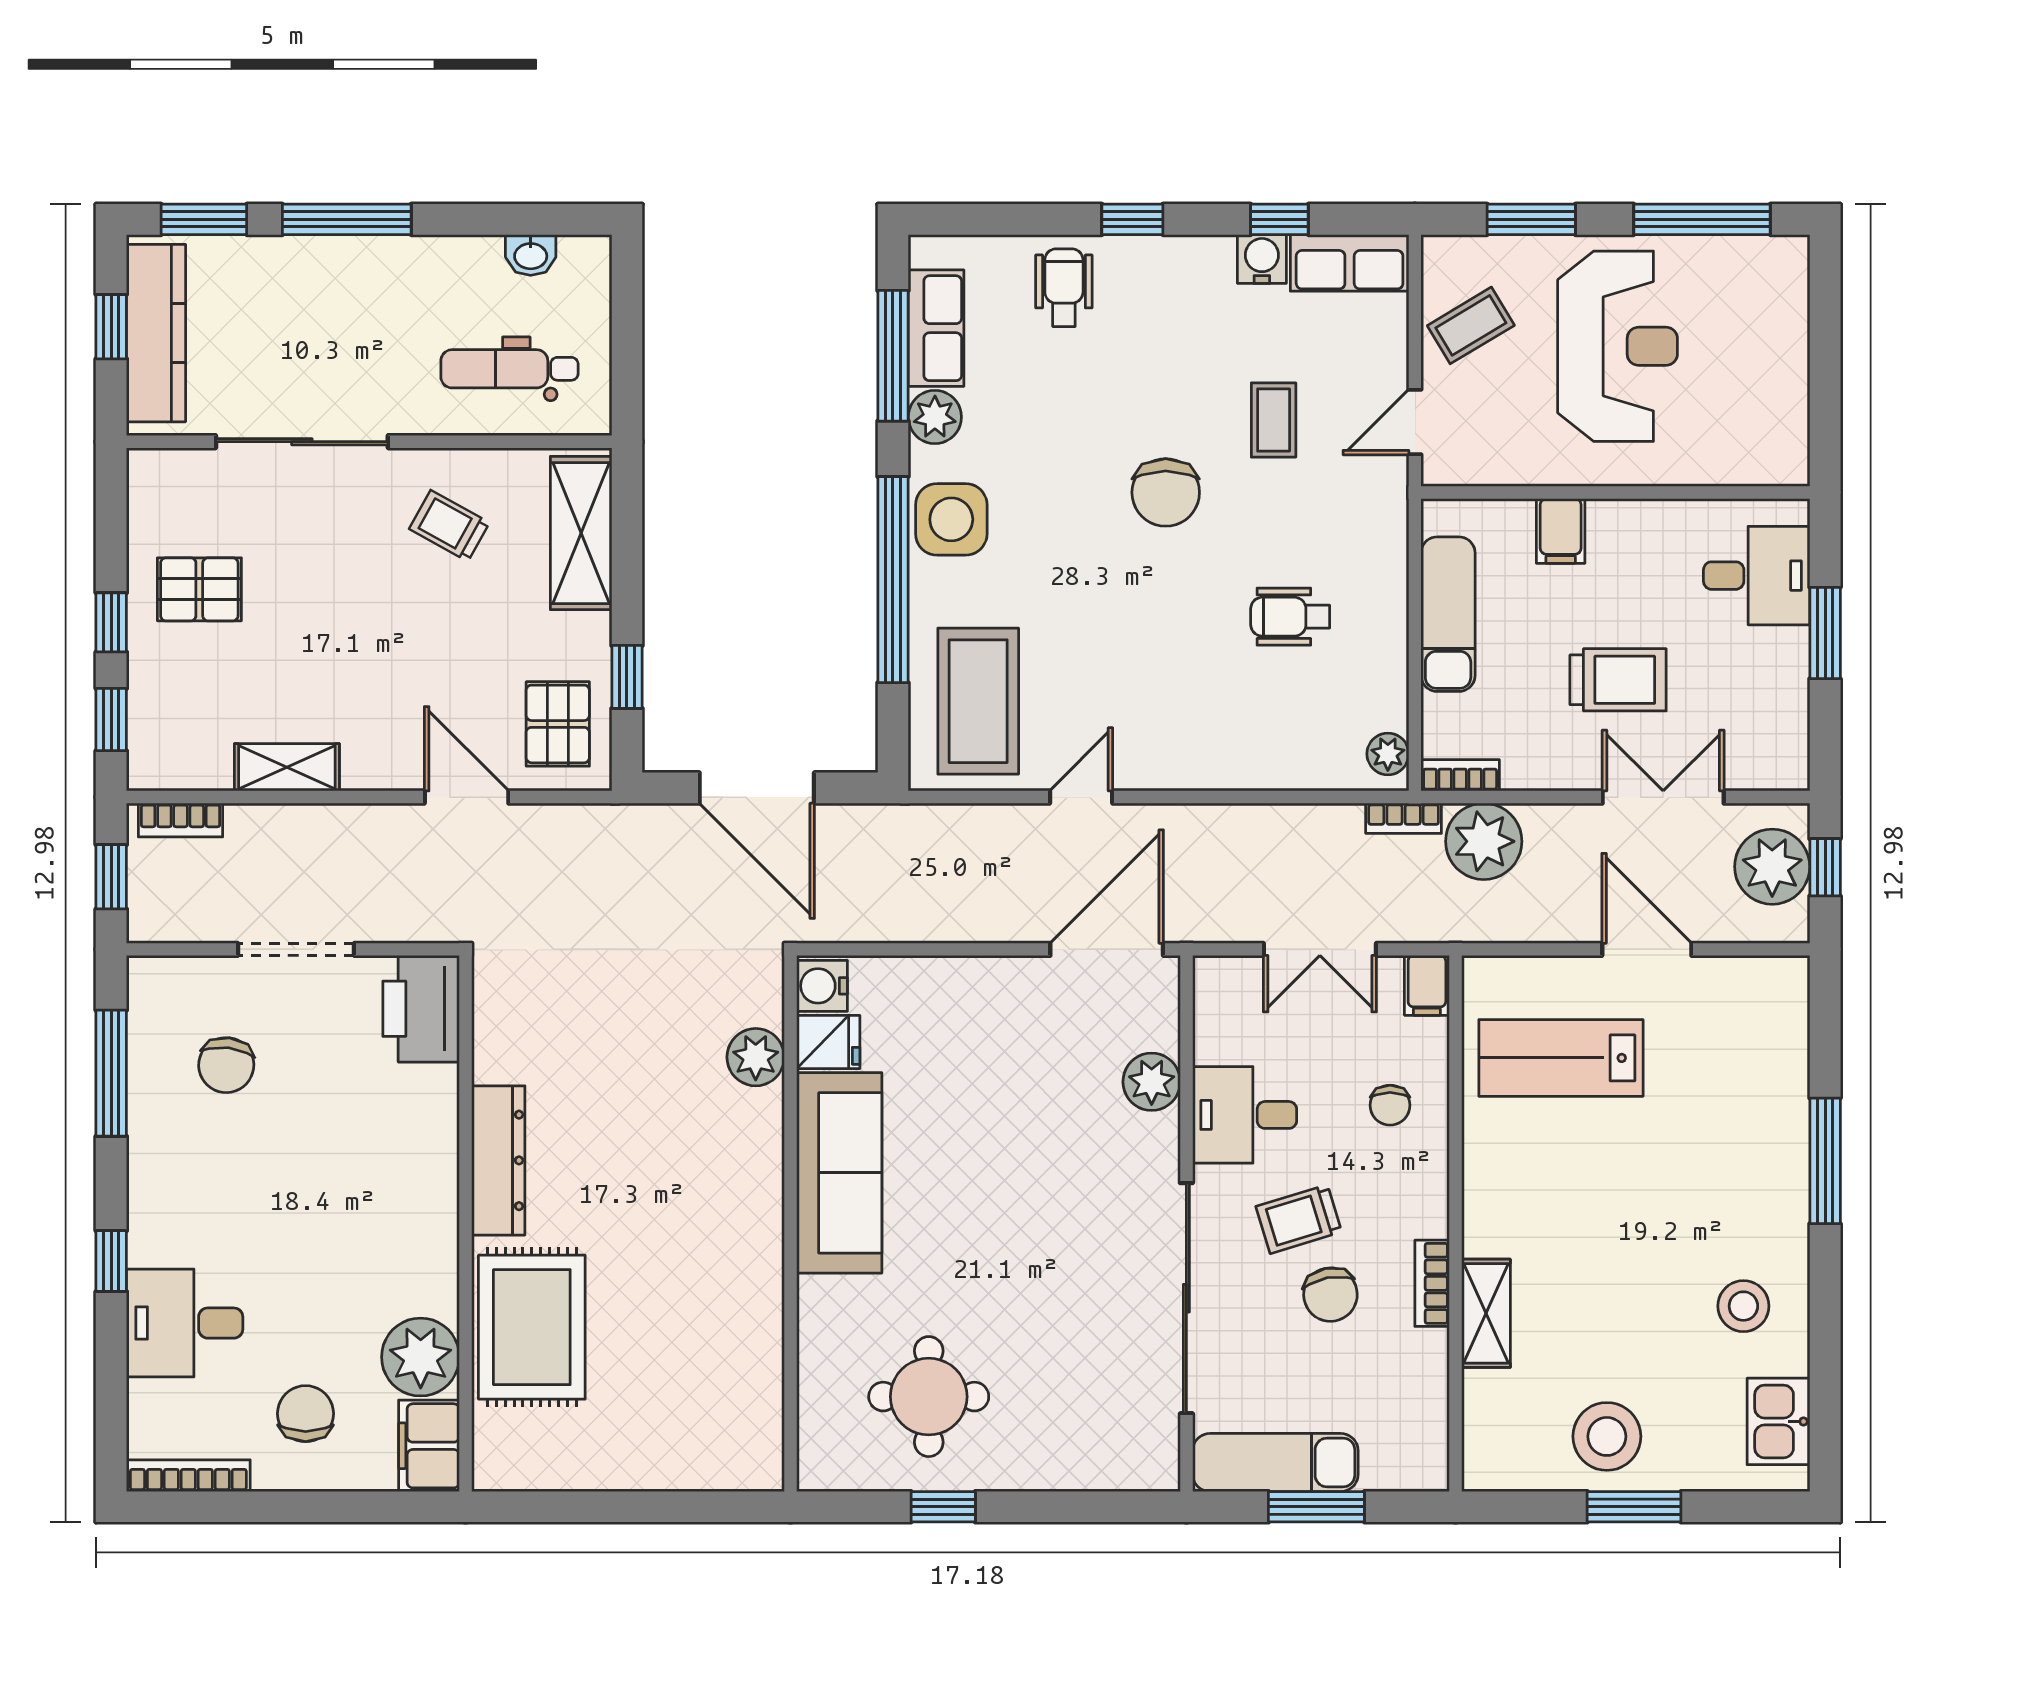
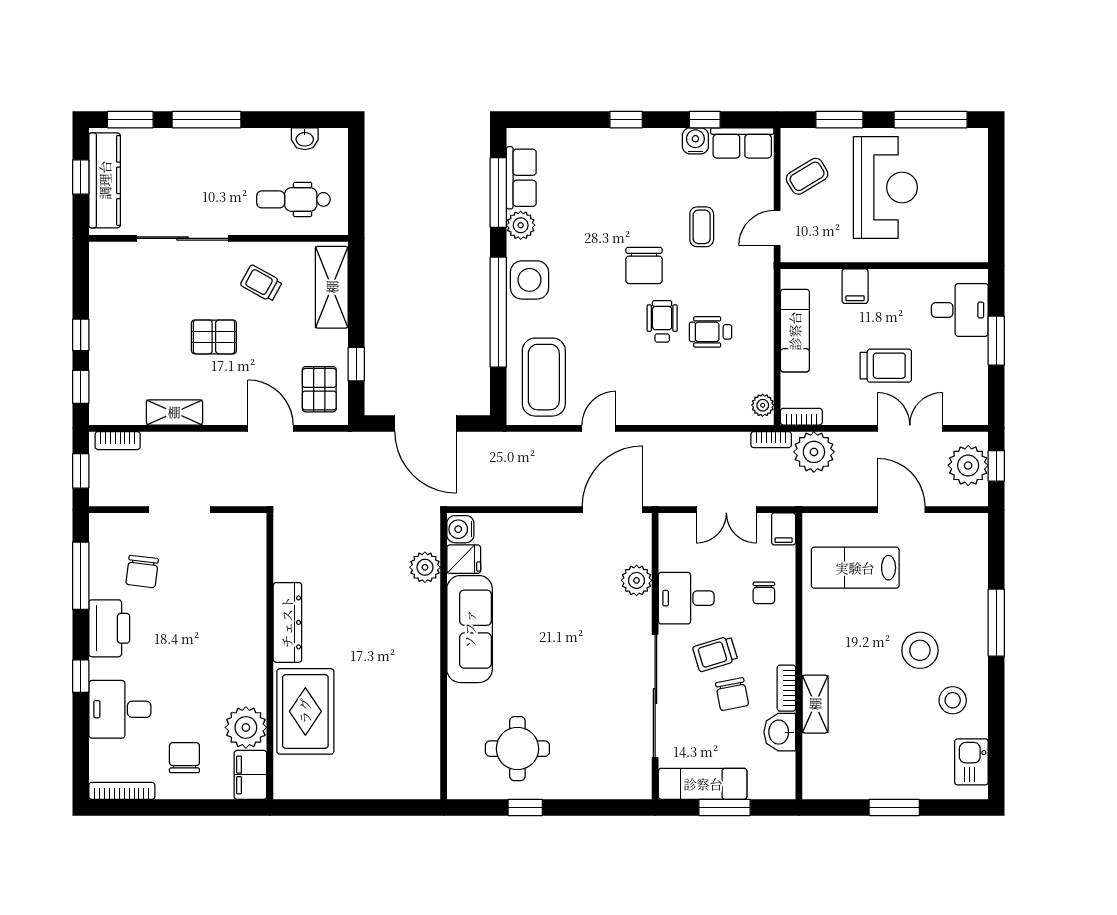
wheelchair: (1064, 288) -> (662, 321), moved
pallet: (199, 589) -> (214, 337), moved
printer: (421, 1009) -> (109, 628), moved, turned 180
washbasin: (1420, 1366) -> (780, 732), added
stool: (1607, 1436) -> (920, 650), moved

